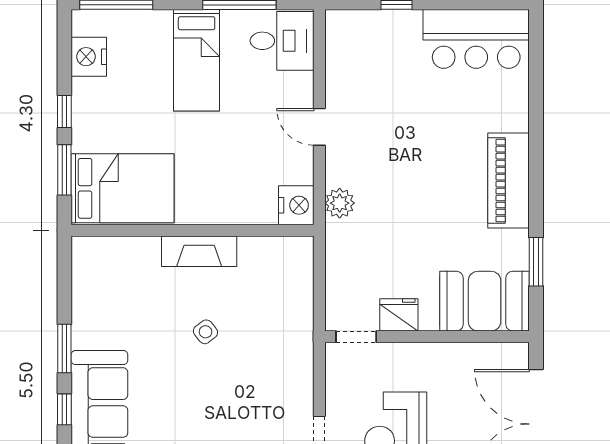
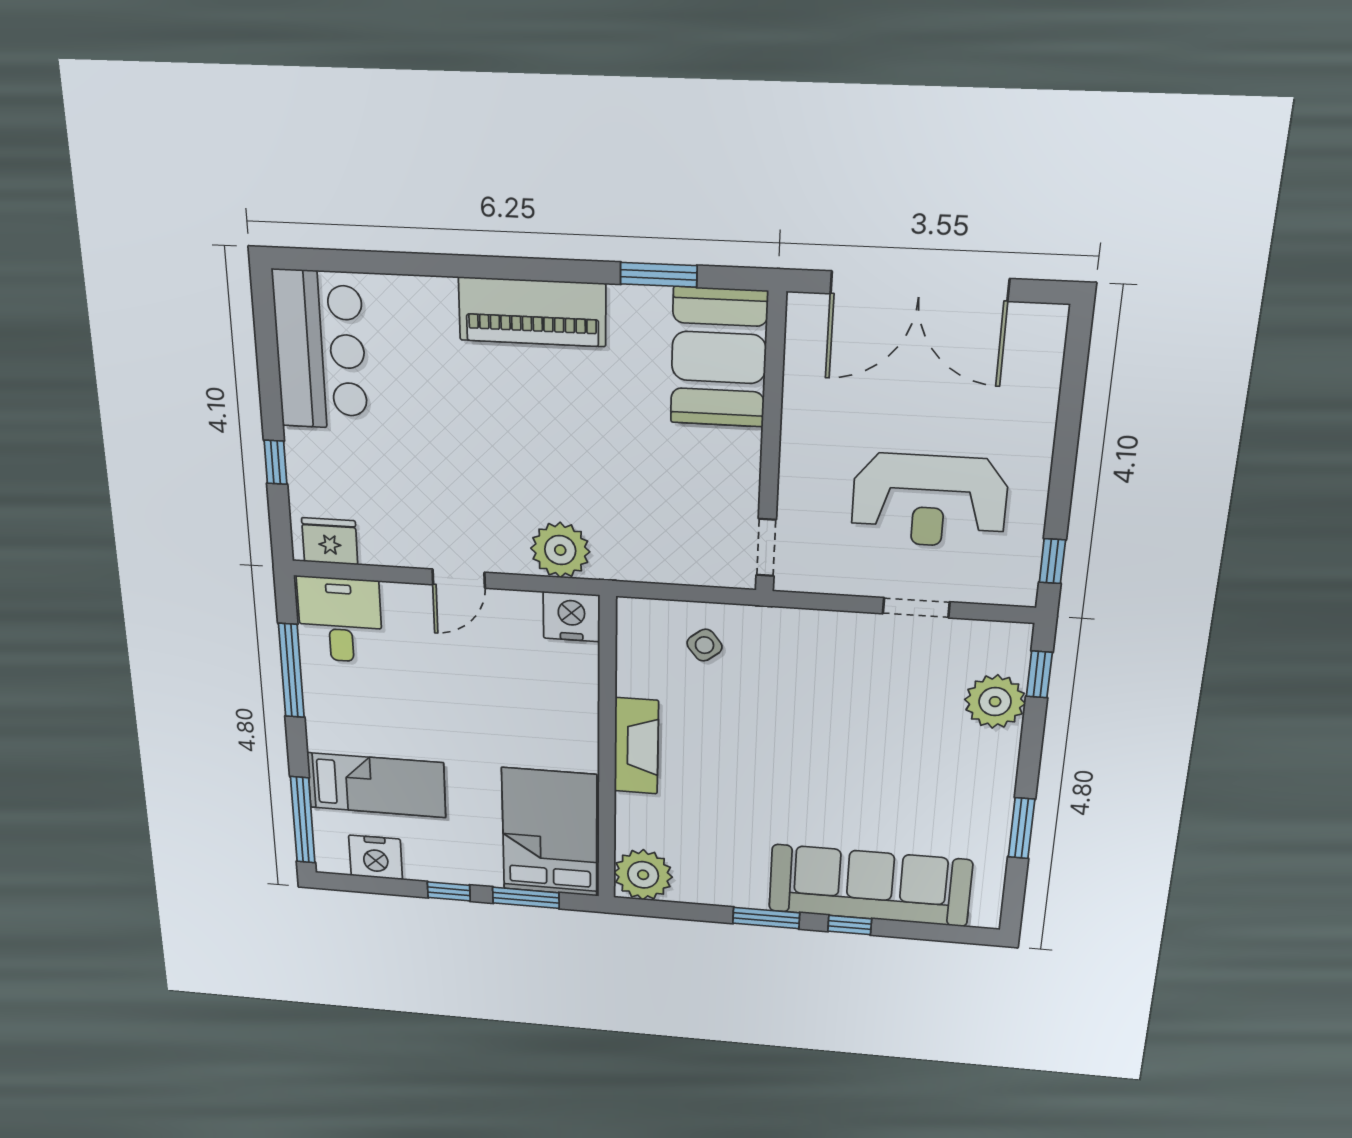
bed: (197, 60) -> (376, 785), moved
plant: (340, 203) -> (560, 550), width x1.36, depth x1.36
plant: (93, 257) -> (643, 875), added
fridge: (399, 315) -> (330, 541), moved, turned 90
side table: (205, 332) -> (705, 645), moved

